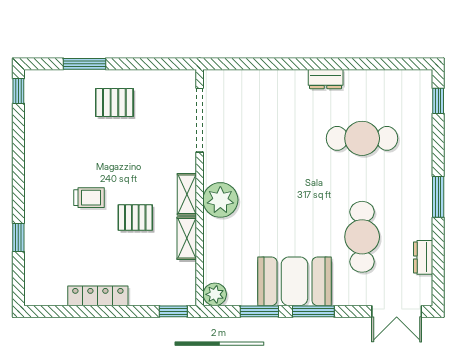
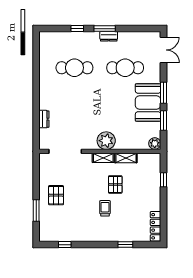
dresser: (326, 79) -> (44, 119), moved
window: (18, 91) -> (65, 245), moved
window: (438, 101) -> (77, 29), moved
cafe table: (362, 138) -> (74, 68), turned 90
dresser: (423, 257) -> (109, 36), moved
locker: (98, 296) -> (156, 226), moved
window: (173, 311) -> (163, 180), moved

